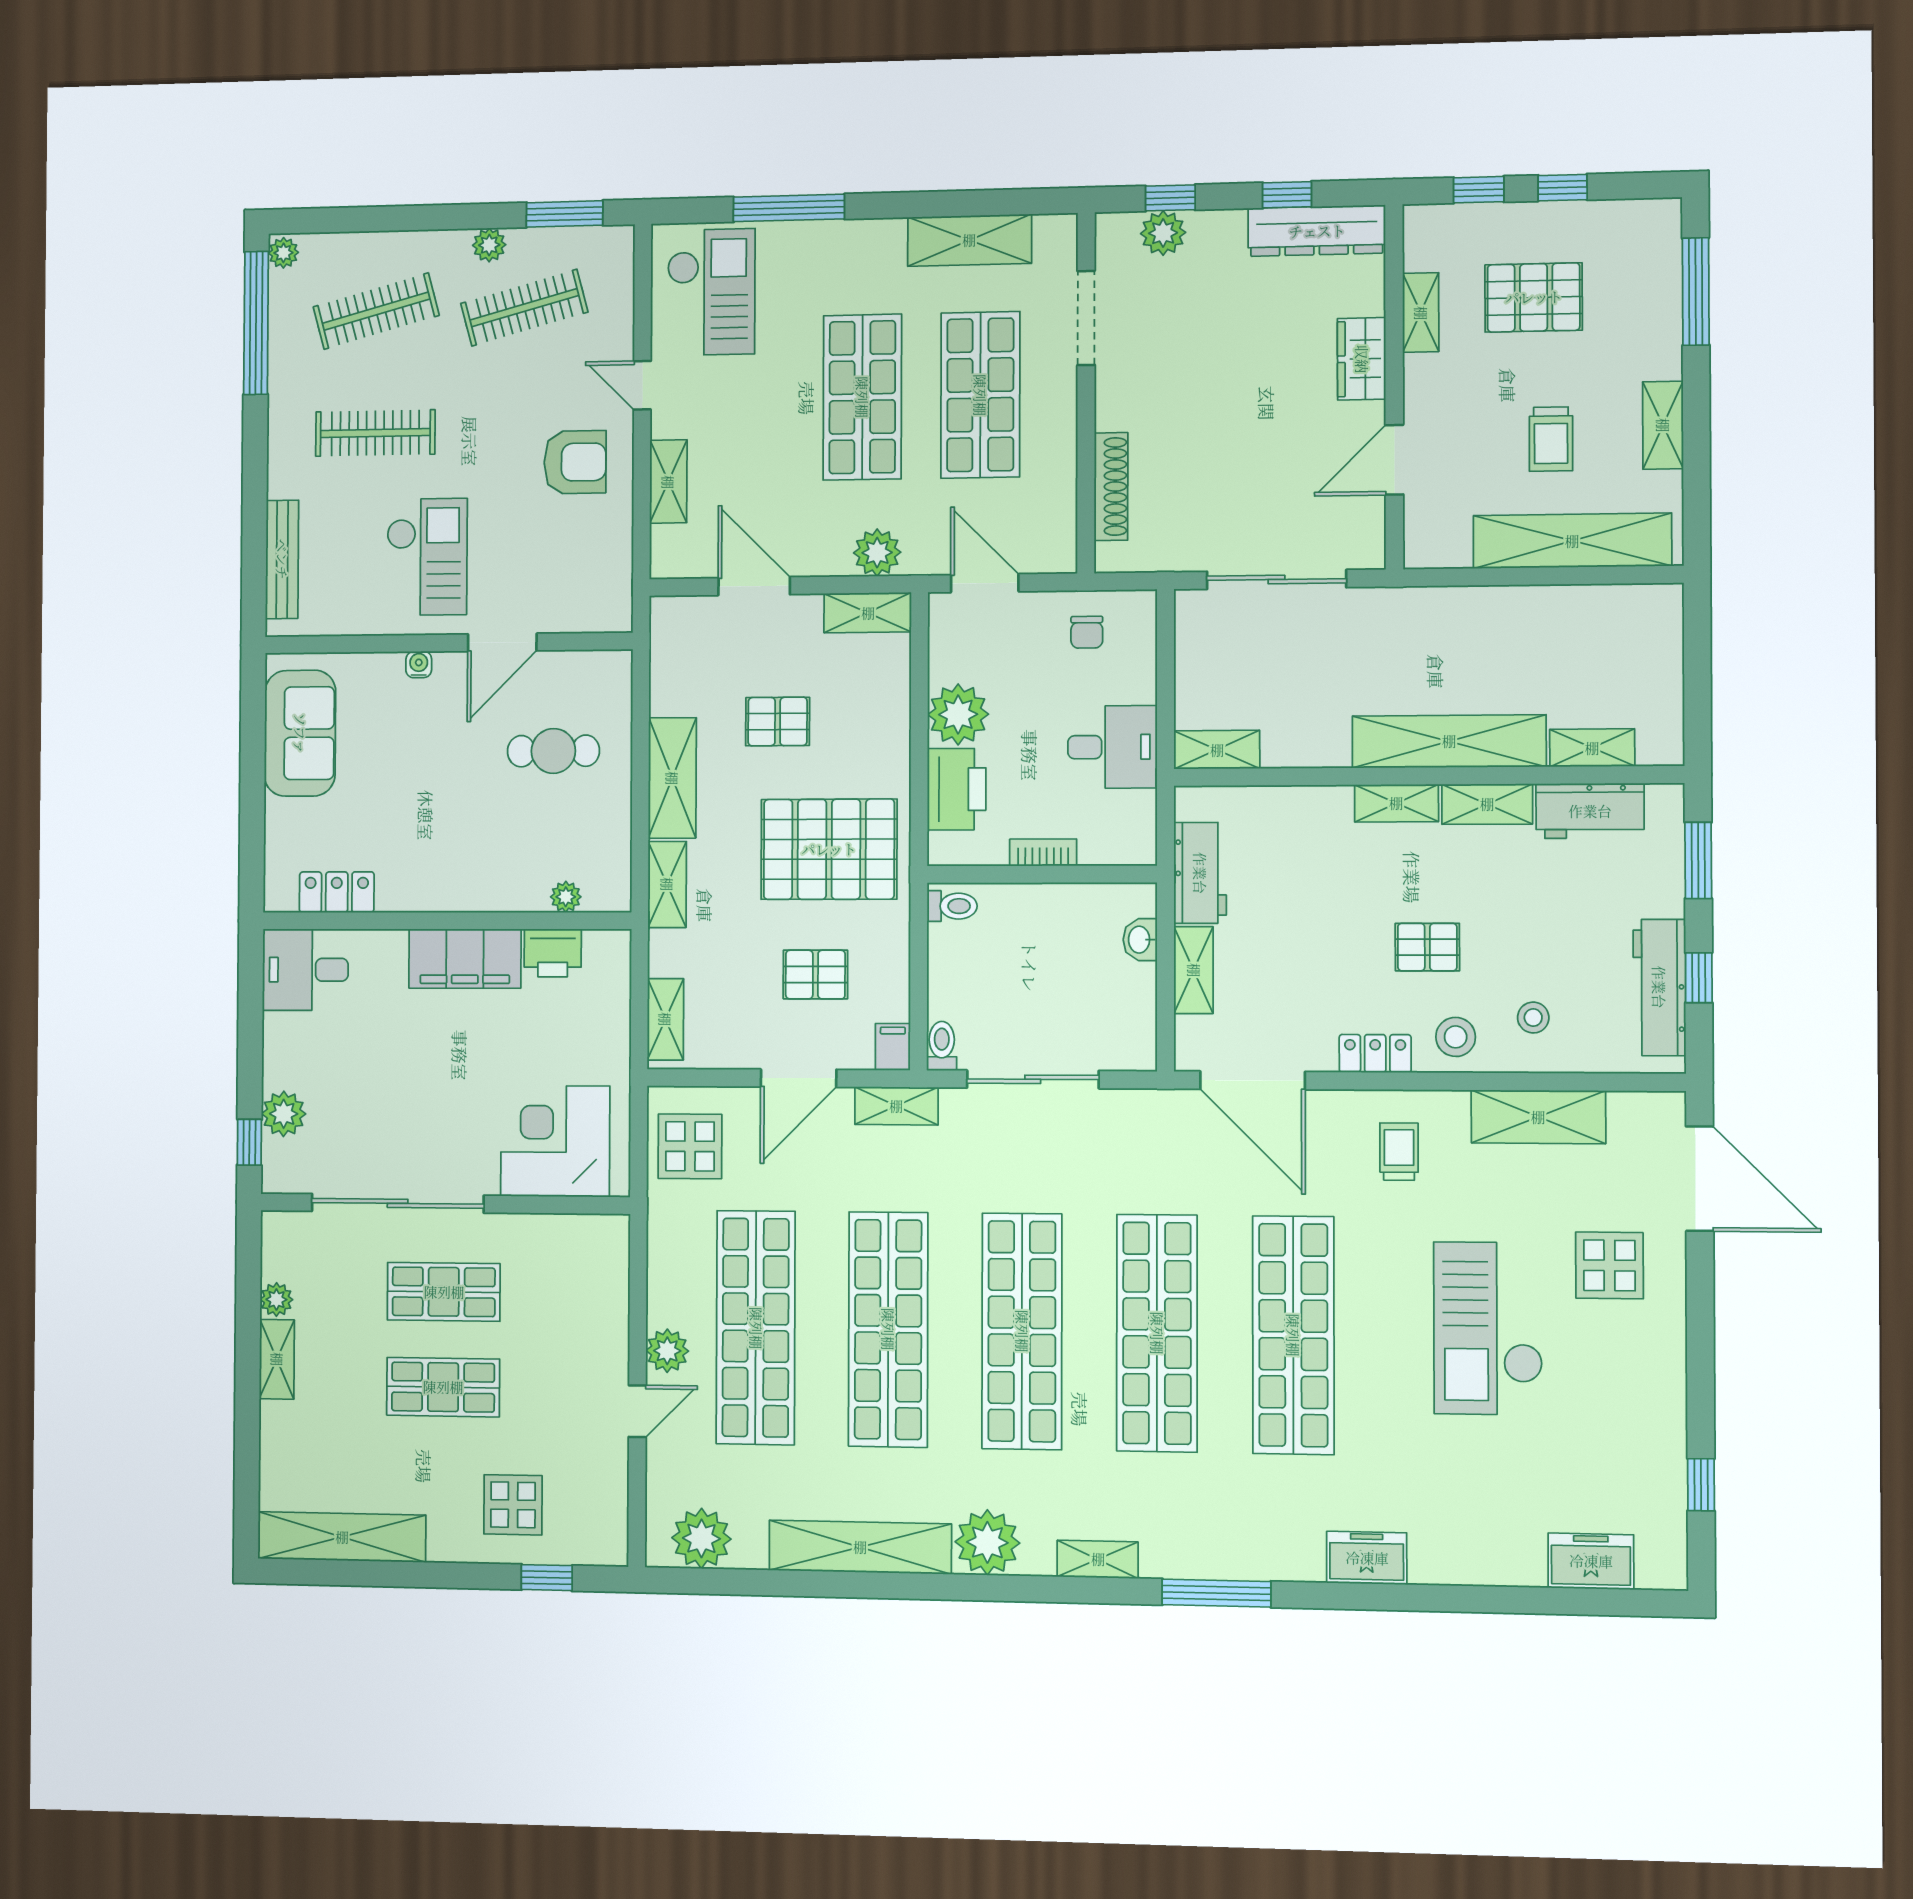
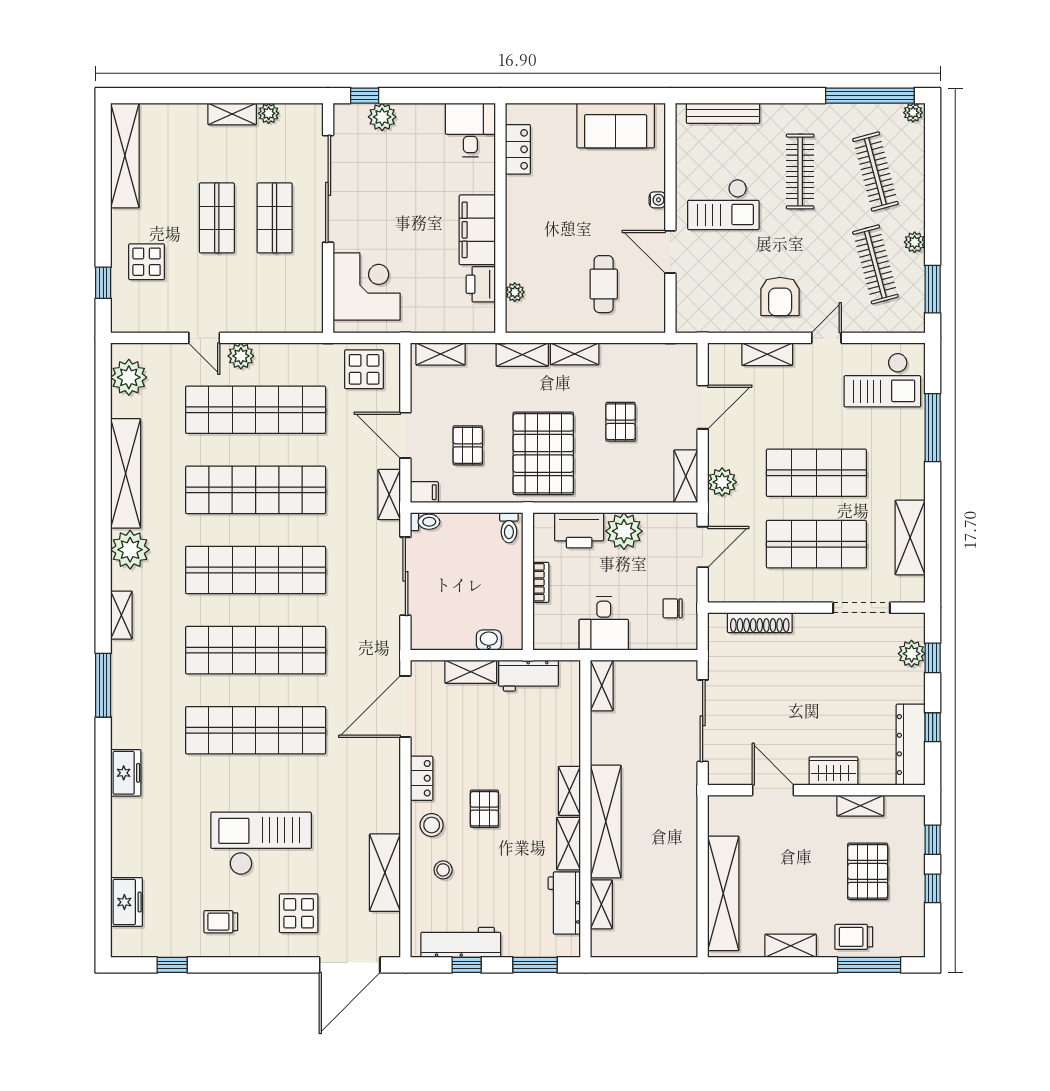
trolley: (1551, 439) -> (854, 937), moved
shelving: (672, 778) -> (575, 354), width x0.67, depth x0.75
trolley: (1399, 1152) -> (221, 922), moved, turned 180

